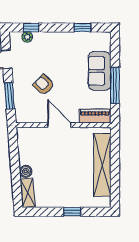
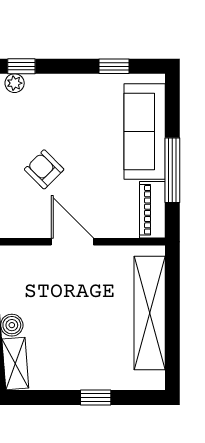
sofa: (99, 71) -> (145, 132), width x1.36
piano: (95, 116) -> (152, 210), moved, turned -90

